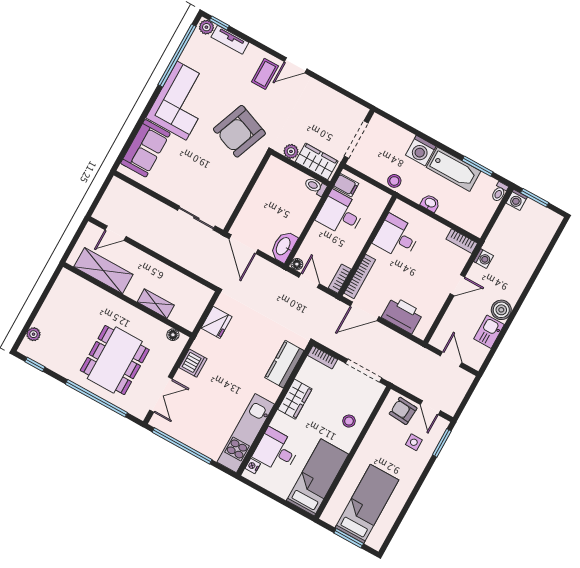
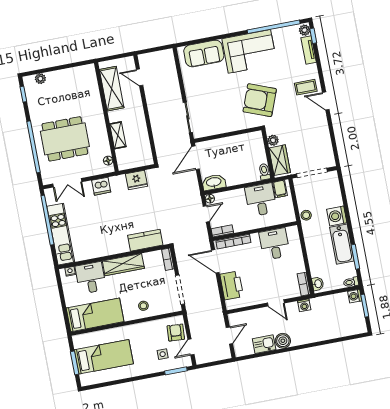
washbasin: (430, 203) -> (318, 284), moved
wardrobe: (295, 399) -> (123, 265), width x1.50
kitchen unit: (246, 433) -> (61, 234), moved, turned 90

